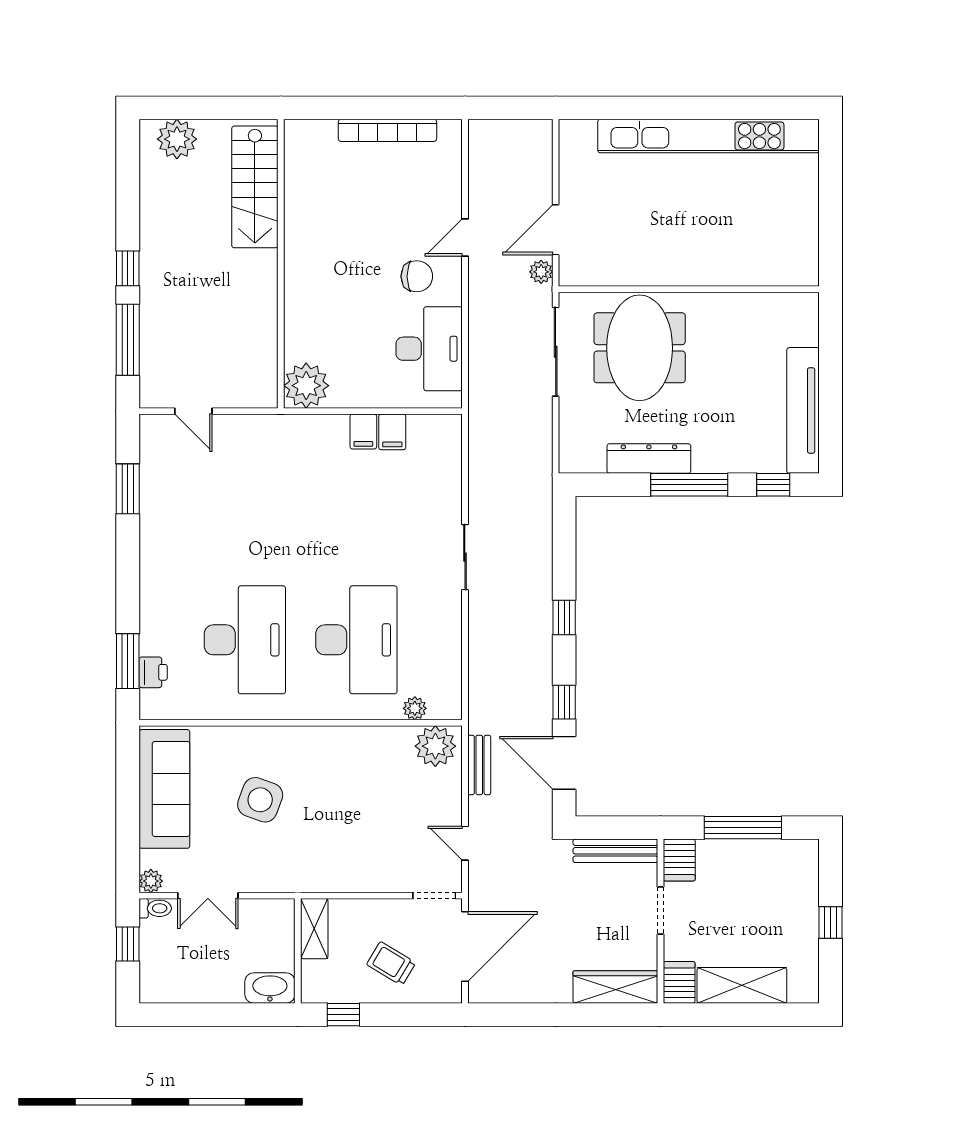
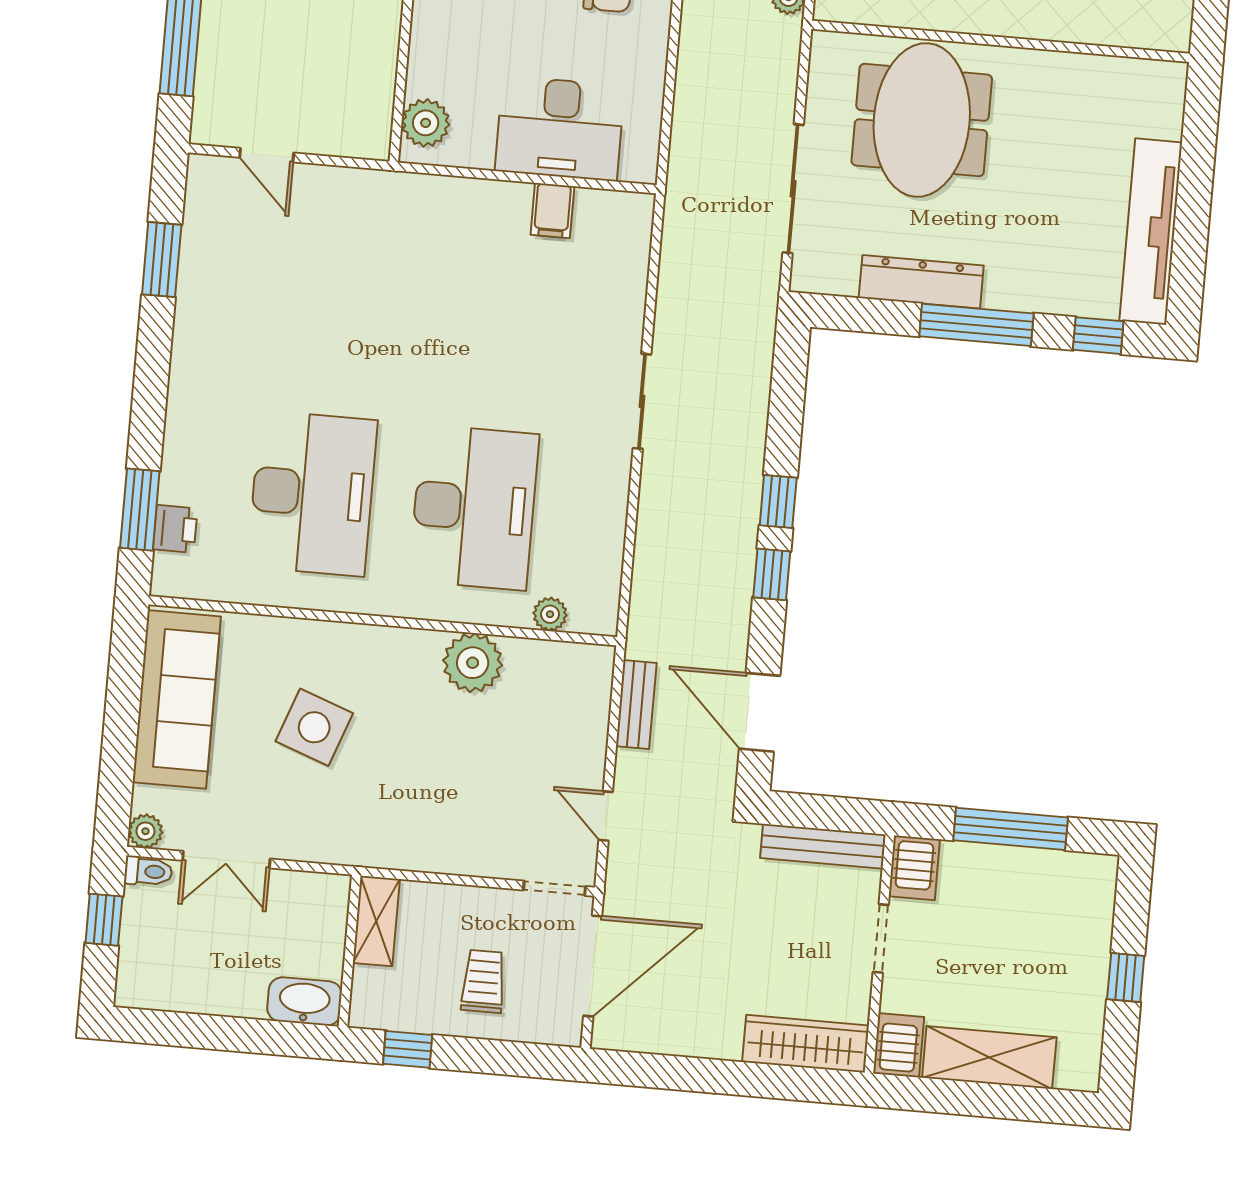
desk: (429, 349) -> (560, 128), moved, turned 90
sliding door: (556, 352) -> (793, 189), moved
plant: (306, 386) -> (426, 123), width x0.73, depth x0.73
filing cabinet: (363, 432) -> (511, 206), removed
window: (564, 702) -> (772, 574), moved
plant: (435, 746) -> (473, 663), moved
trolley: (391, 964) -> (483, 981), turned 59

